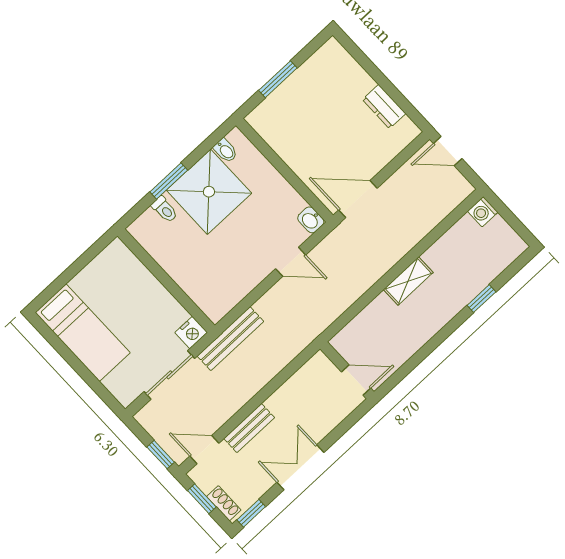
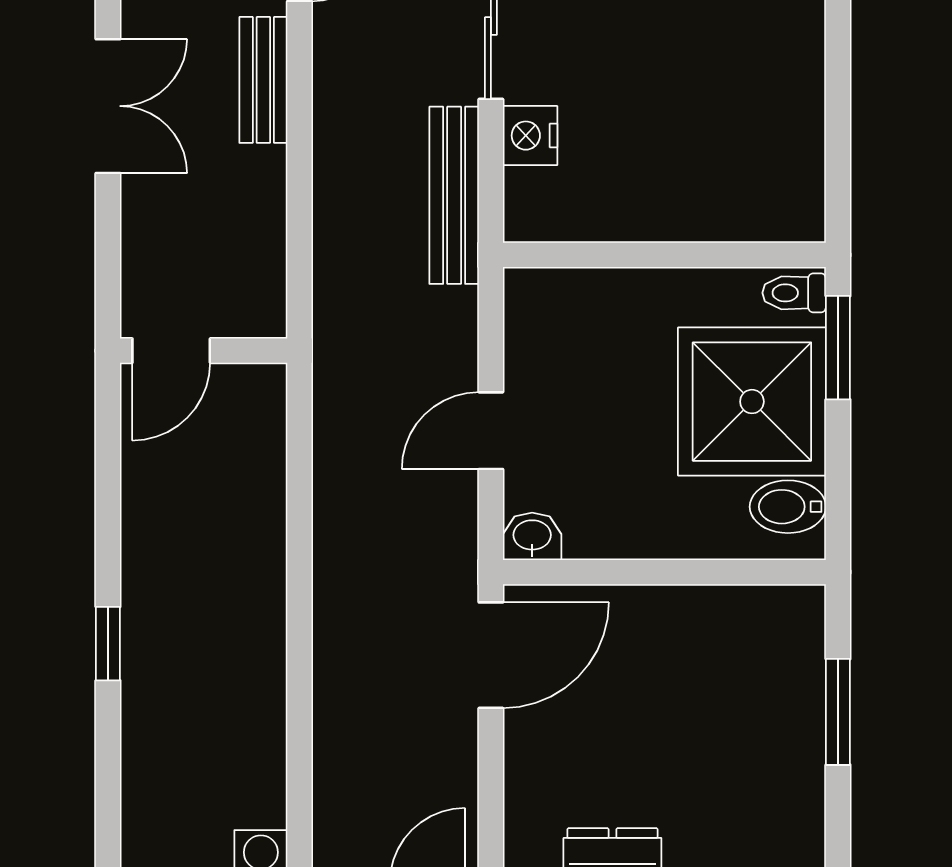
bidet: (225, 151) -> (788, 507), width x1.38, depth x1.36
wall: (166, 281) -> (664, 255), moved
shelving: (408, 281) -> (261, 608), removed
window: (481, 299) -> (108, 644), moved

